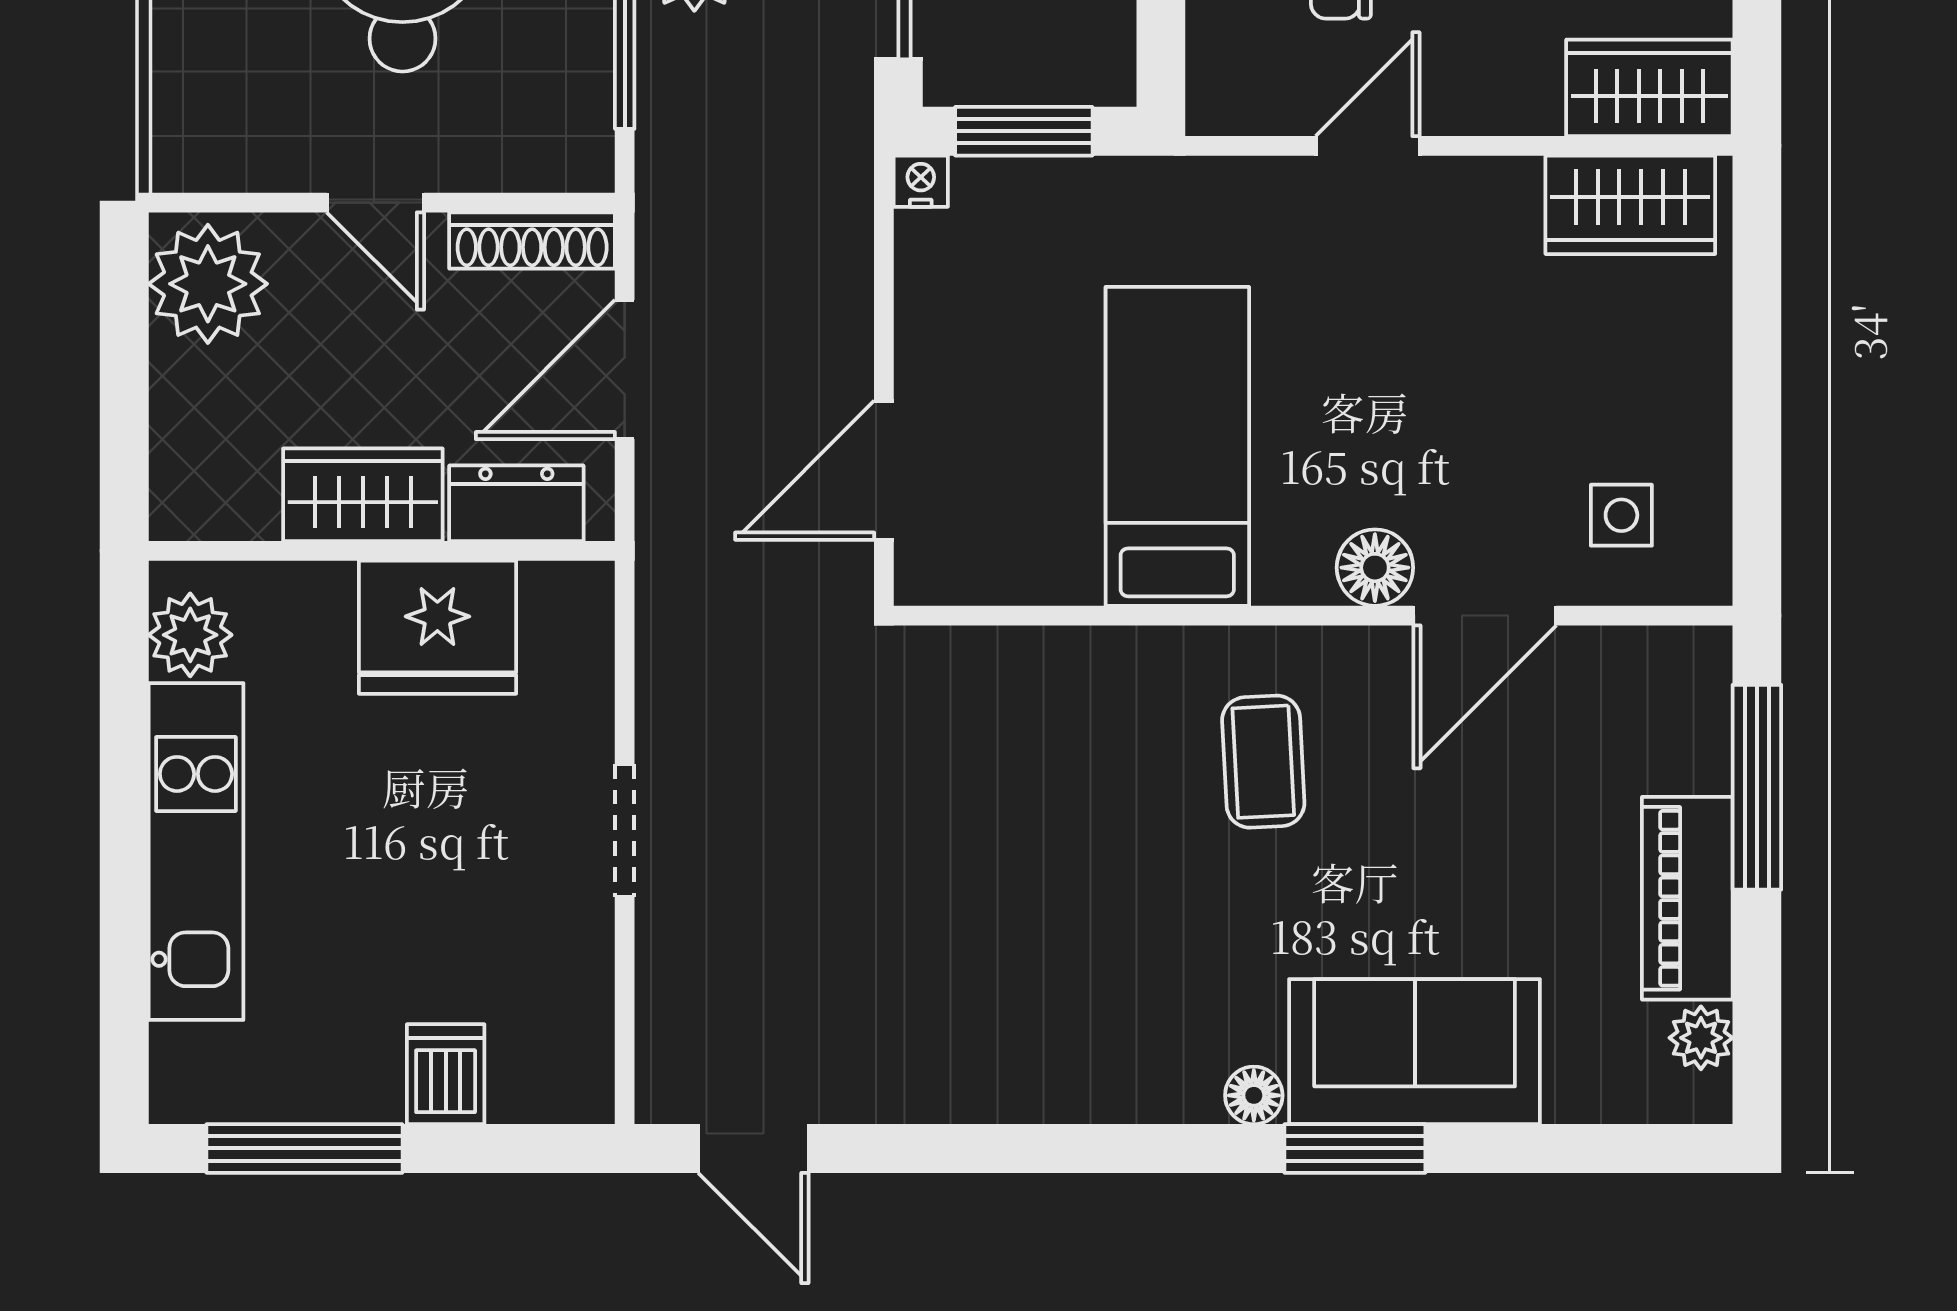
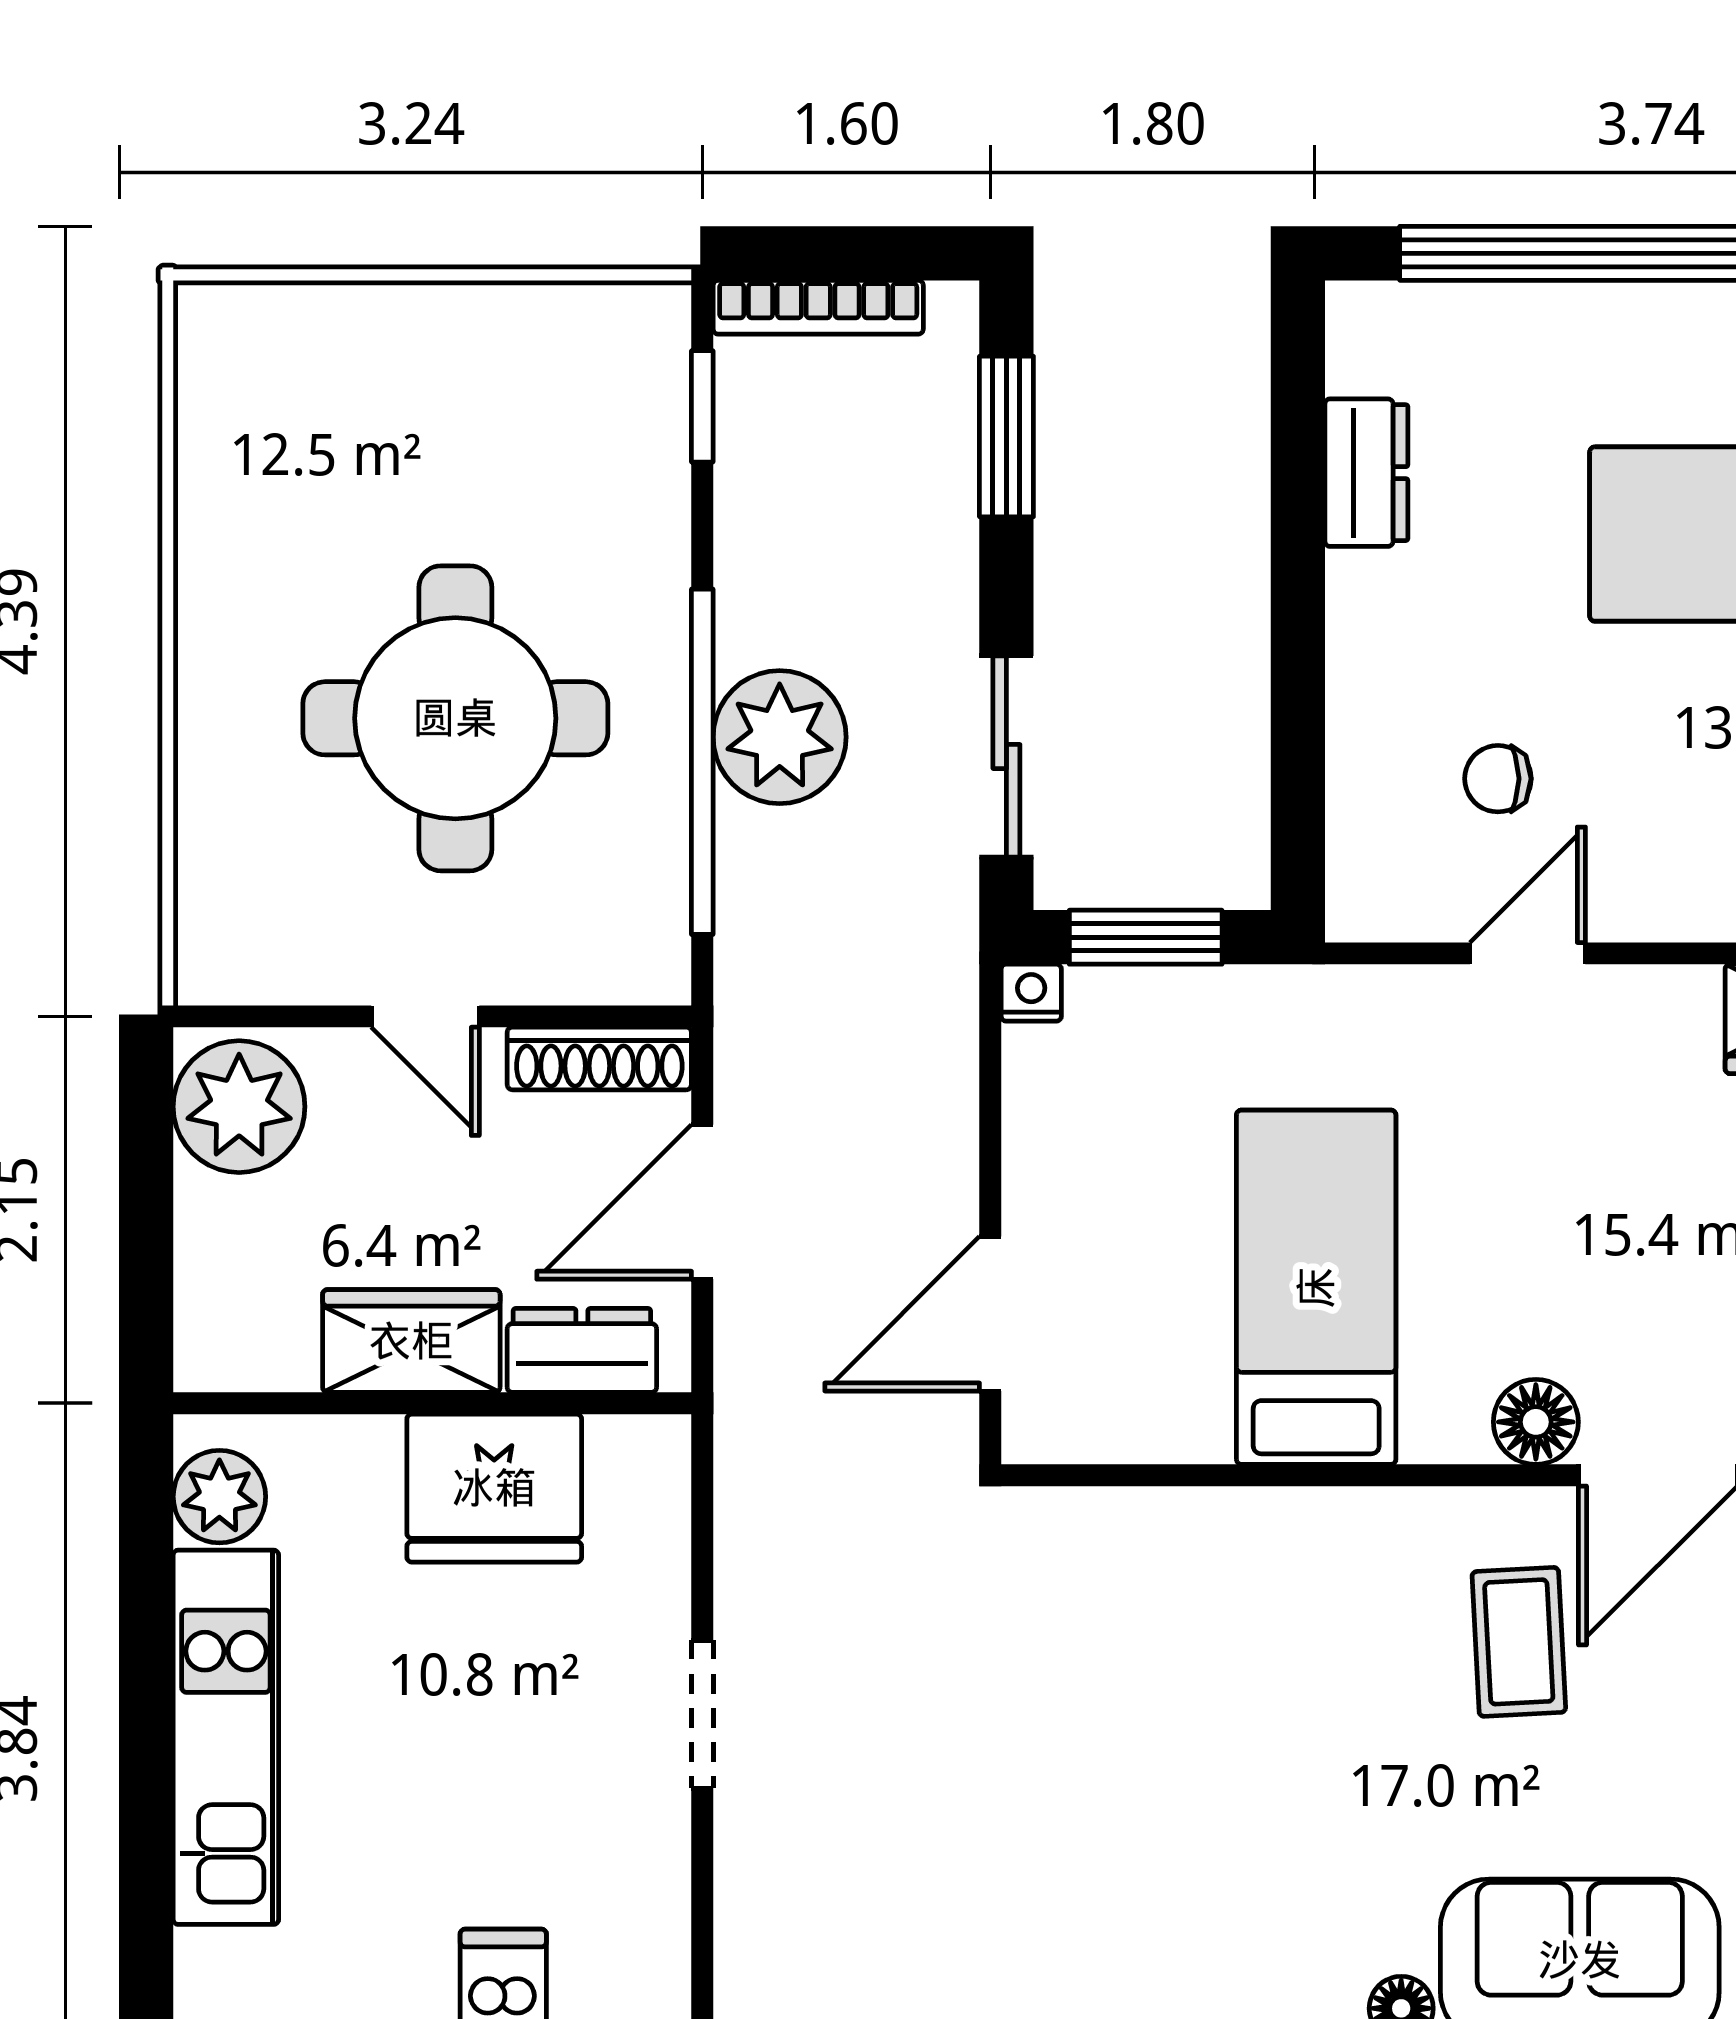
coffee table: (1263, 762) -> (1519, 1642), moved

